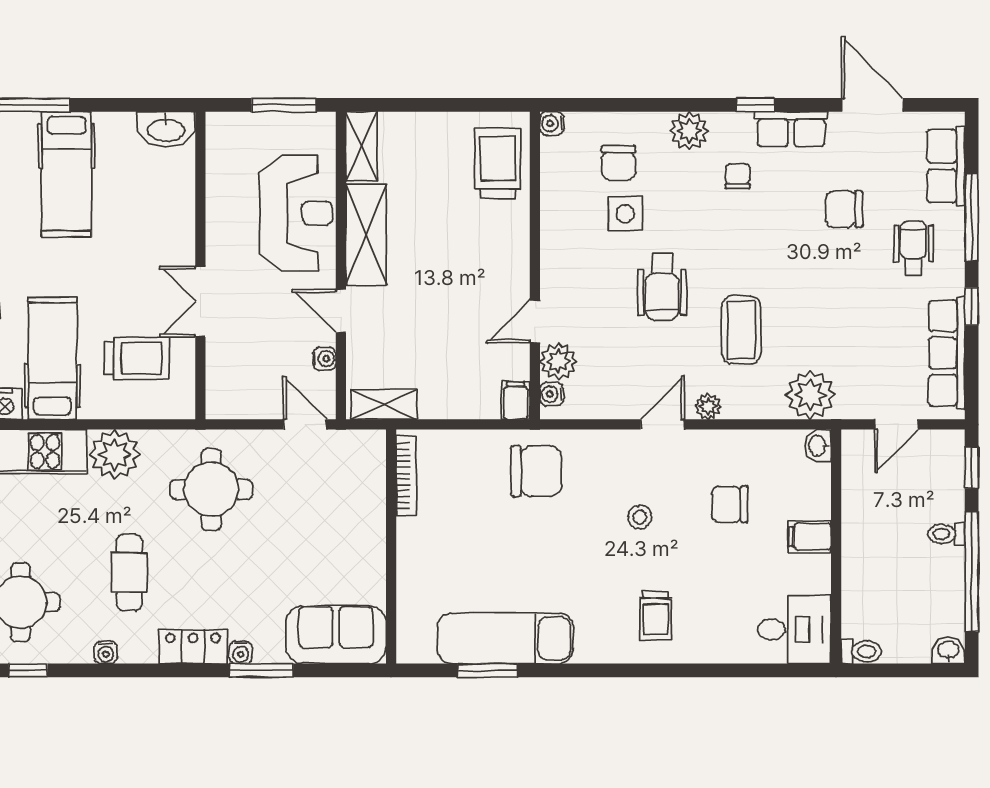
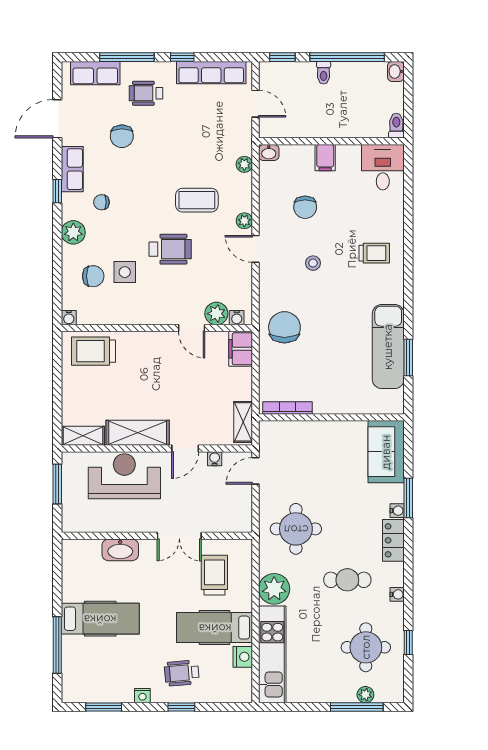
washbasin: (166, 129) -> (120, 550), moved, turned 90
plant: (810, 395) -> (244, 164), width x0.53, depth x0.53
filing cabinet: (516, 401) -> (241, 349), width x2.00

